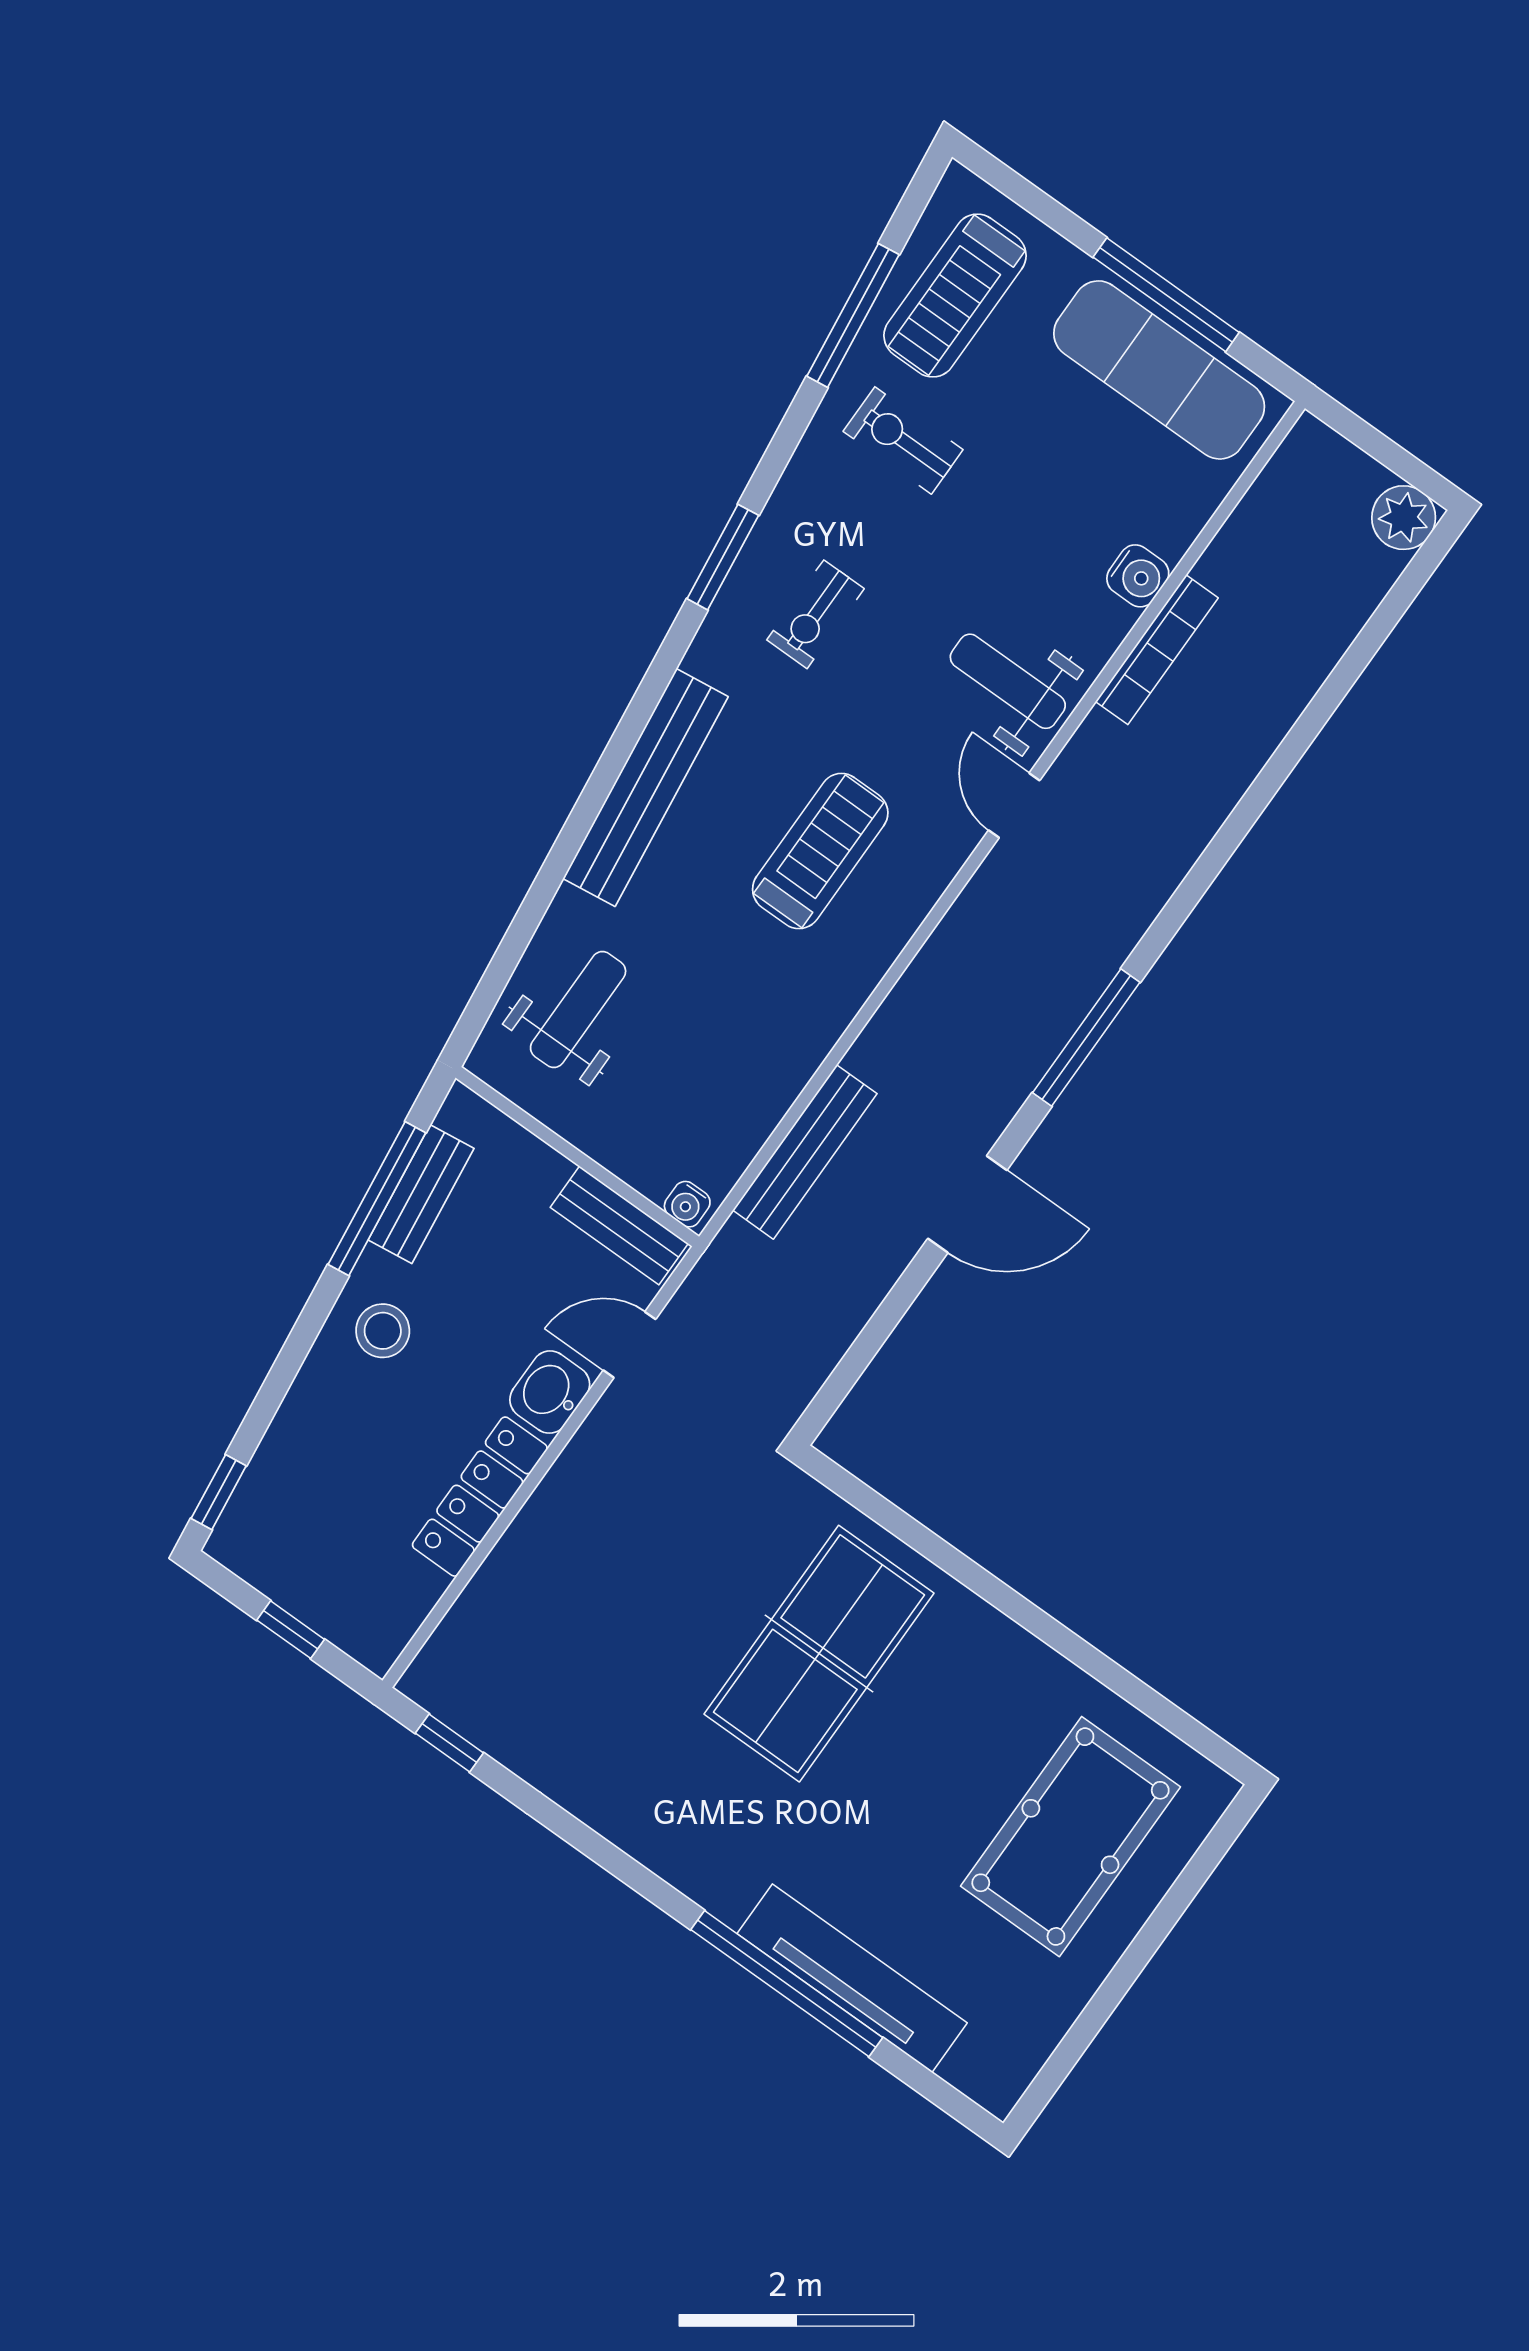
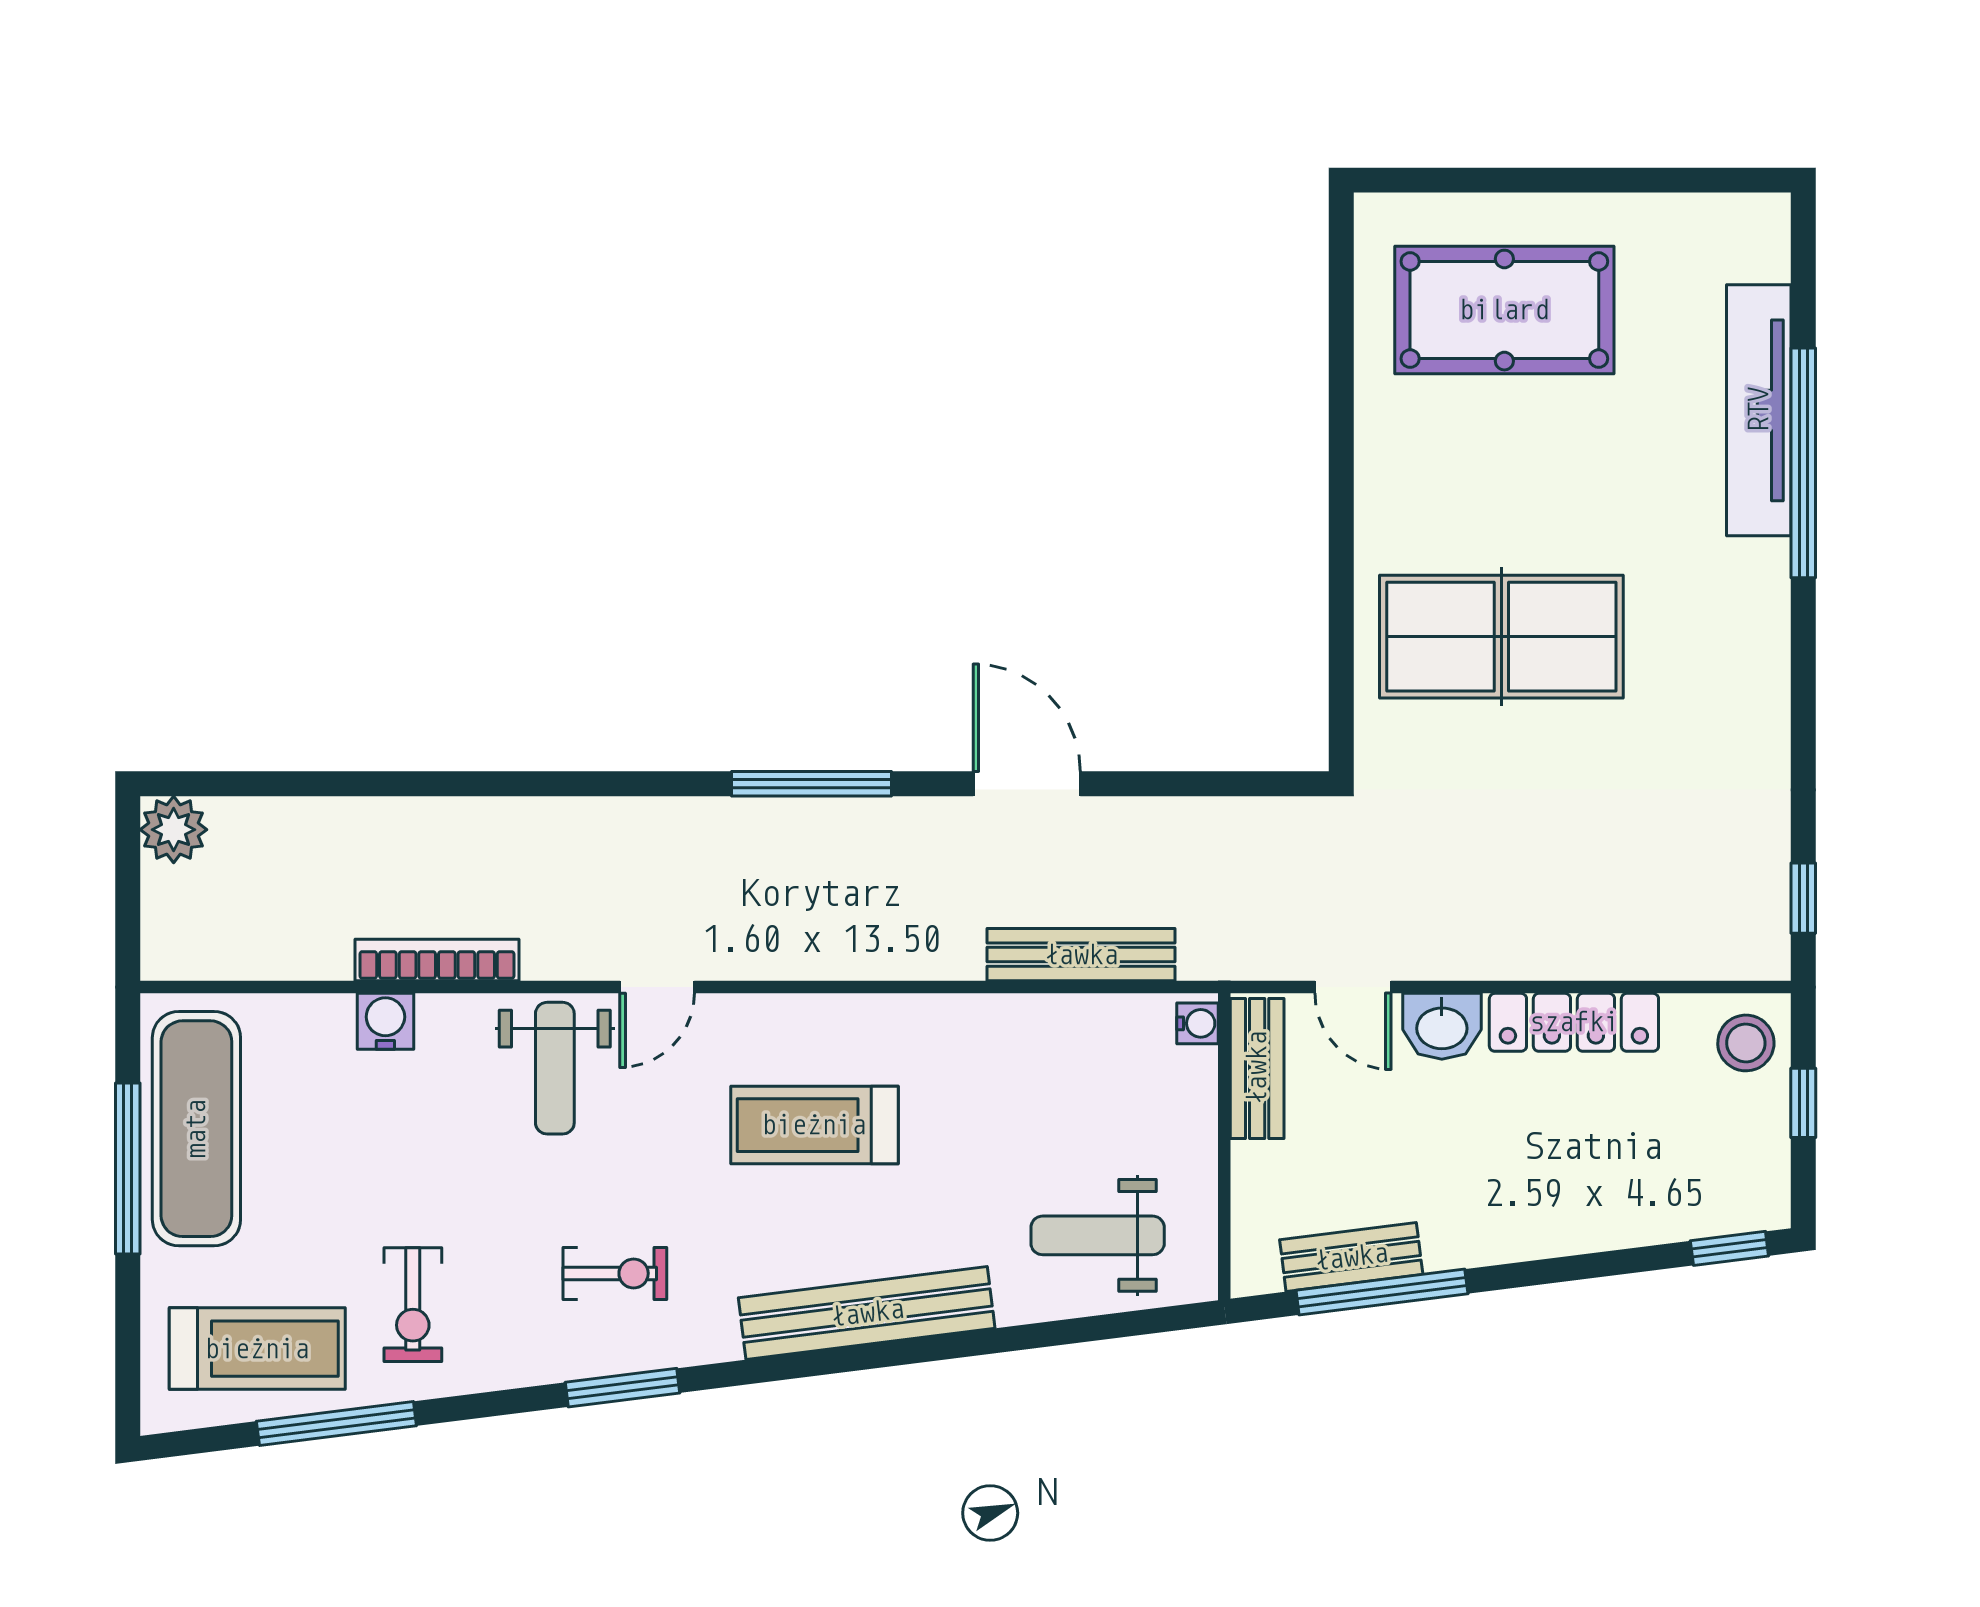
stool: (383, 1331) -> (1746, 1043), moved

